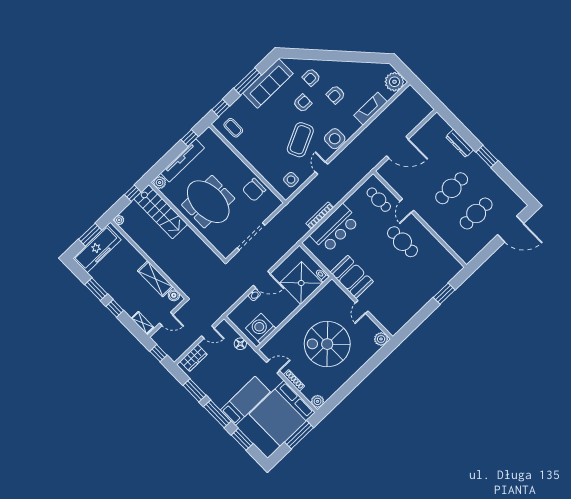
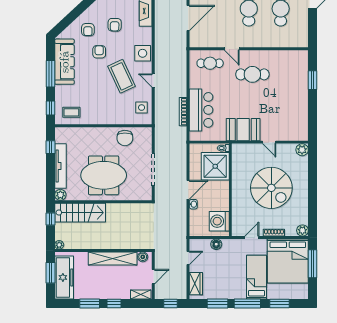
shelving: (155, 279) -> (113, 258), width x1.47
spiral stairs: (327, 344) -> (271, 188), turned -90

